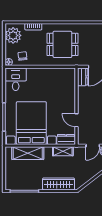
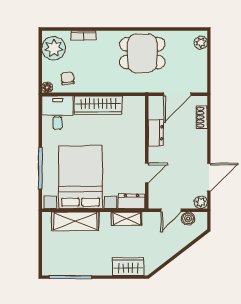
dining table: (62, 44) -> (142, 53), moved
wardrobe: (43, 74) -> (98, 105), added
dresser: (83, 77) -> (156, 133), moved
door: (76, 120) -> (147, 173), swing flipped
wardrobe: (59, 184) -> (128, 267), width x0.67

